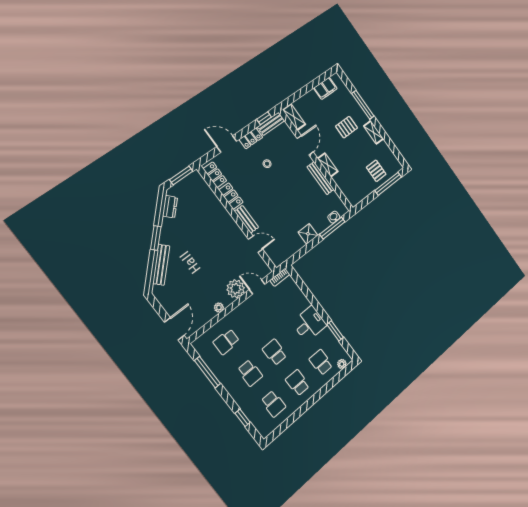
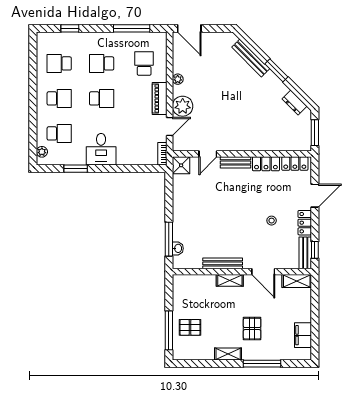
shower: (308, 234) -> (181, 165), moved
piano: (243, 310) -> (160, 98), added

